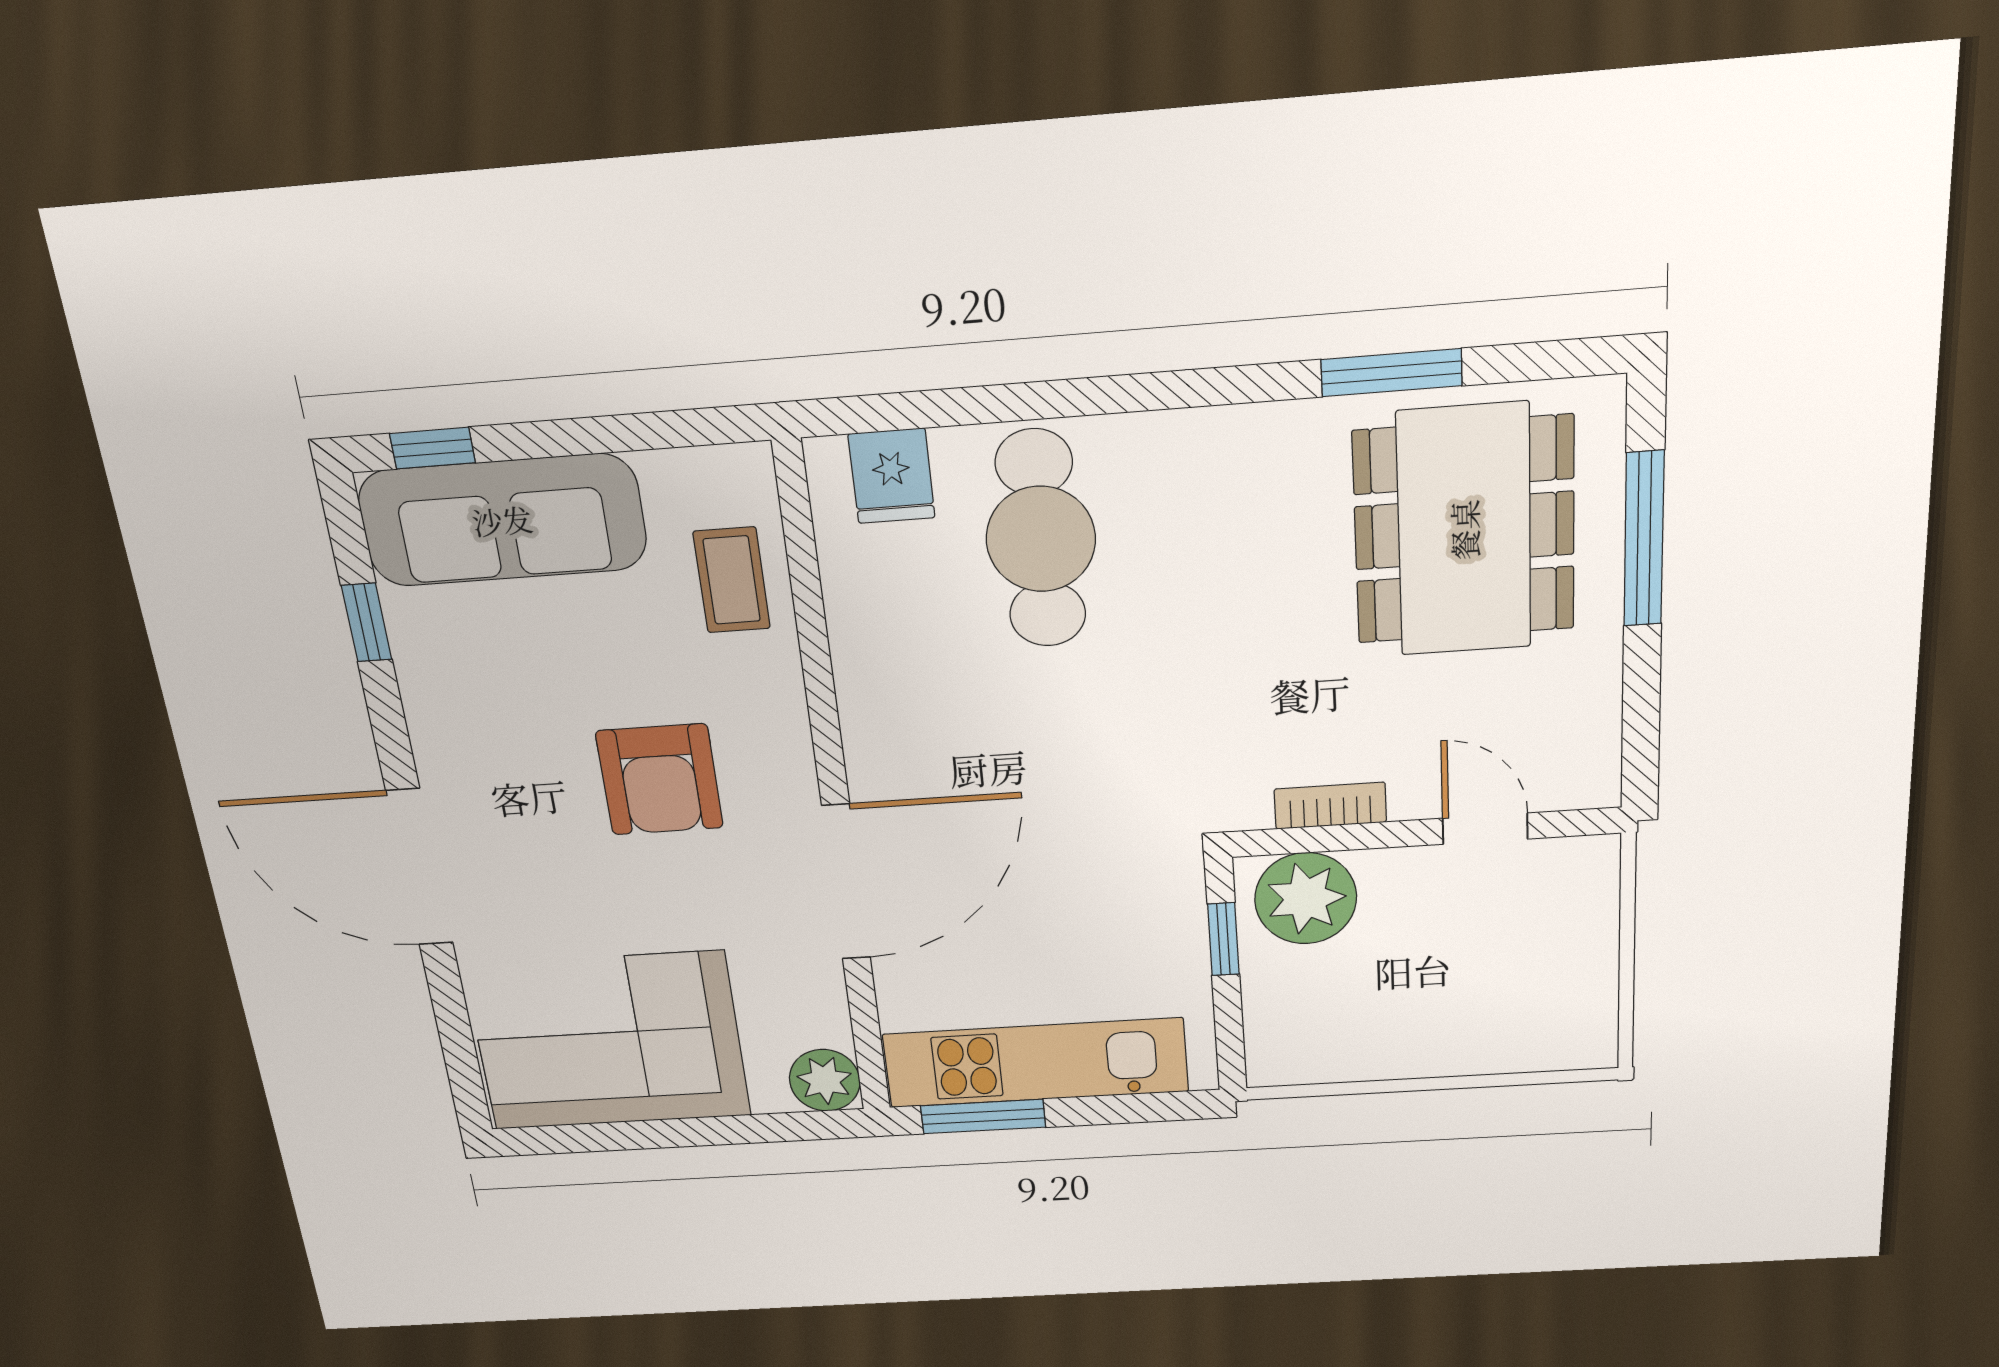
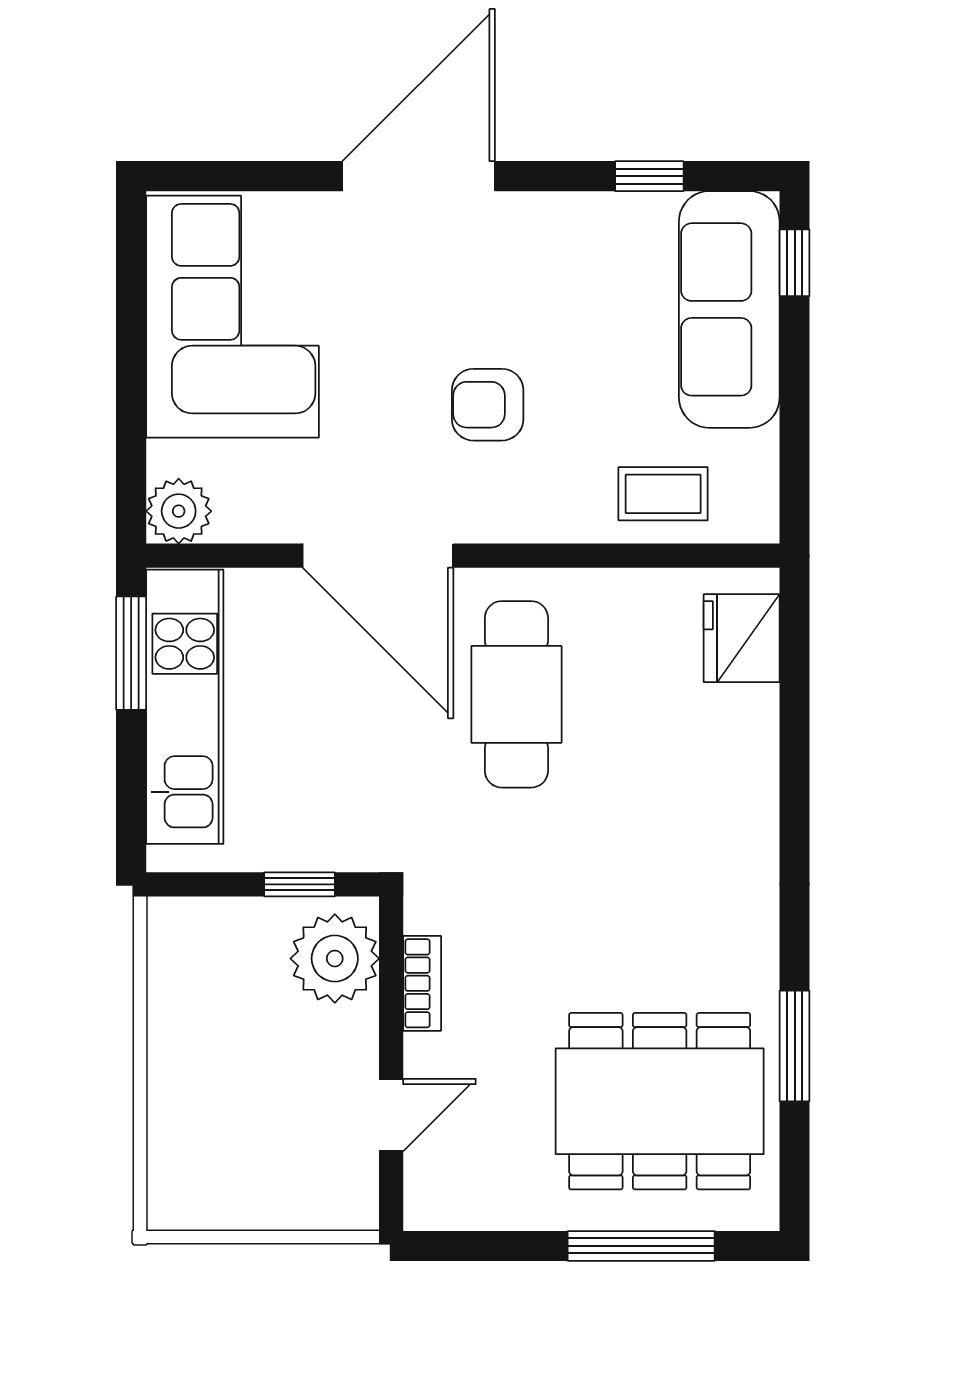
fridge: (892, 476) -> (742, 638), width x1.38
cafe table: (1041, 539) -> (516, 694), moved, turned 90
armchair: (660, 780) -> (488, 405), width x0.72, depth x0.72

